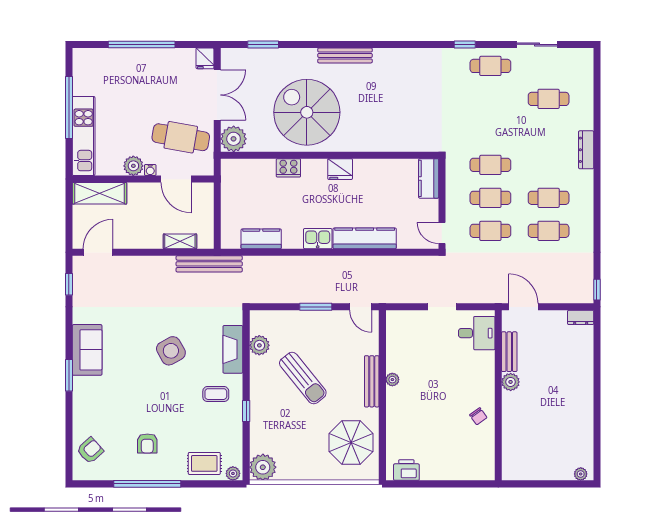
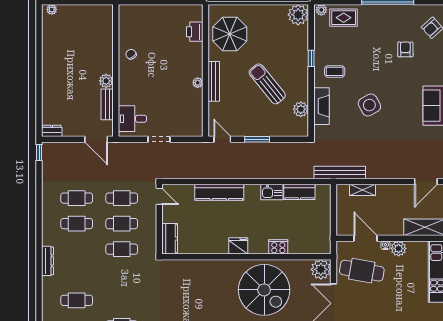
kitchen sink: (318, 239) -> (272, 192), moved
armchair: (147, 443) -> (405, 49), moved
printer: (406, 470) -> (195, 32), moved, turned 90

